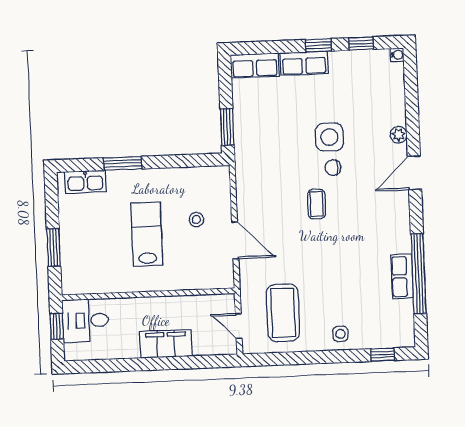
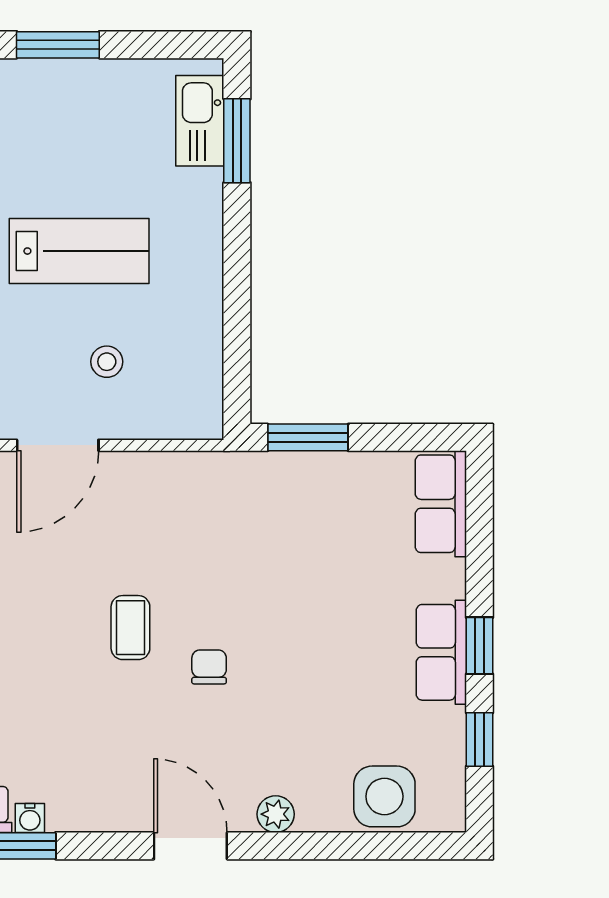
water cooler: (397, 55) -> (30, 818), moved
row of seats: (304, 63) -> (441, 652), moved
side table: (329, 137) -> (384, 796), moved
window: (123, 163) -> (237, 141), moved
coffee table: (317, 204) -> (130, 628), turned 90

